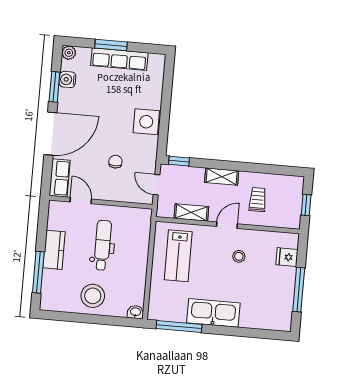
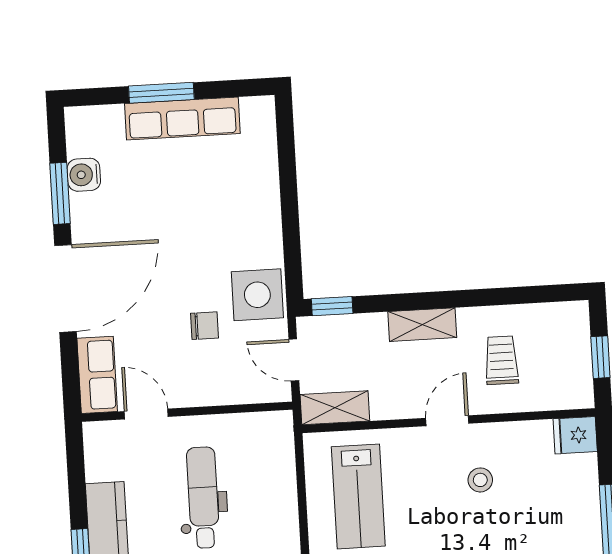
plant: (69, 53) -> (79, 120), removed
side table: (146, 122) -> (257, 295), moved
chair: (115, 162) -> (205, 326), turned 90
shelving: (191, 212) -> (335, 408), moved
fridge: (287, 257) -> (575, 435), moved

